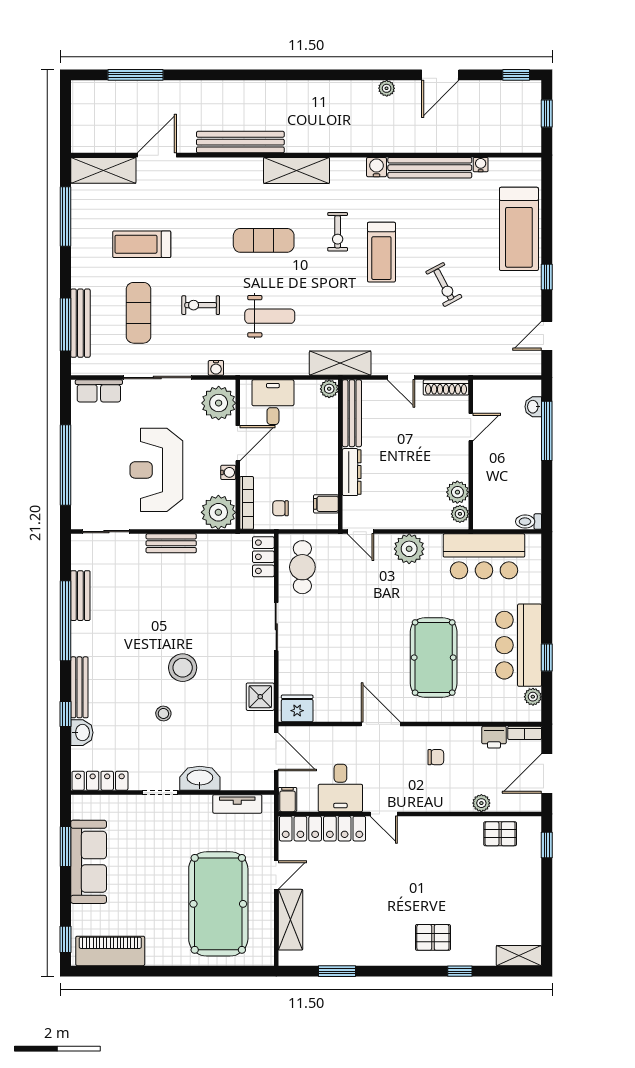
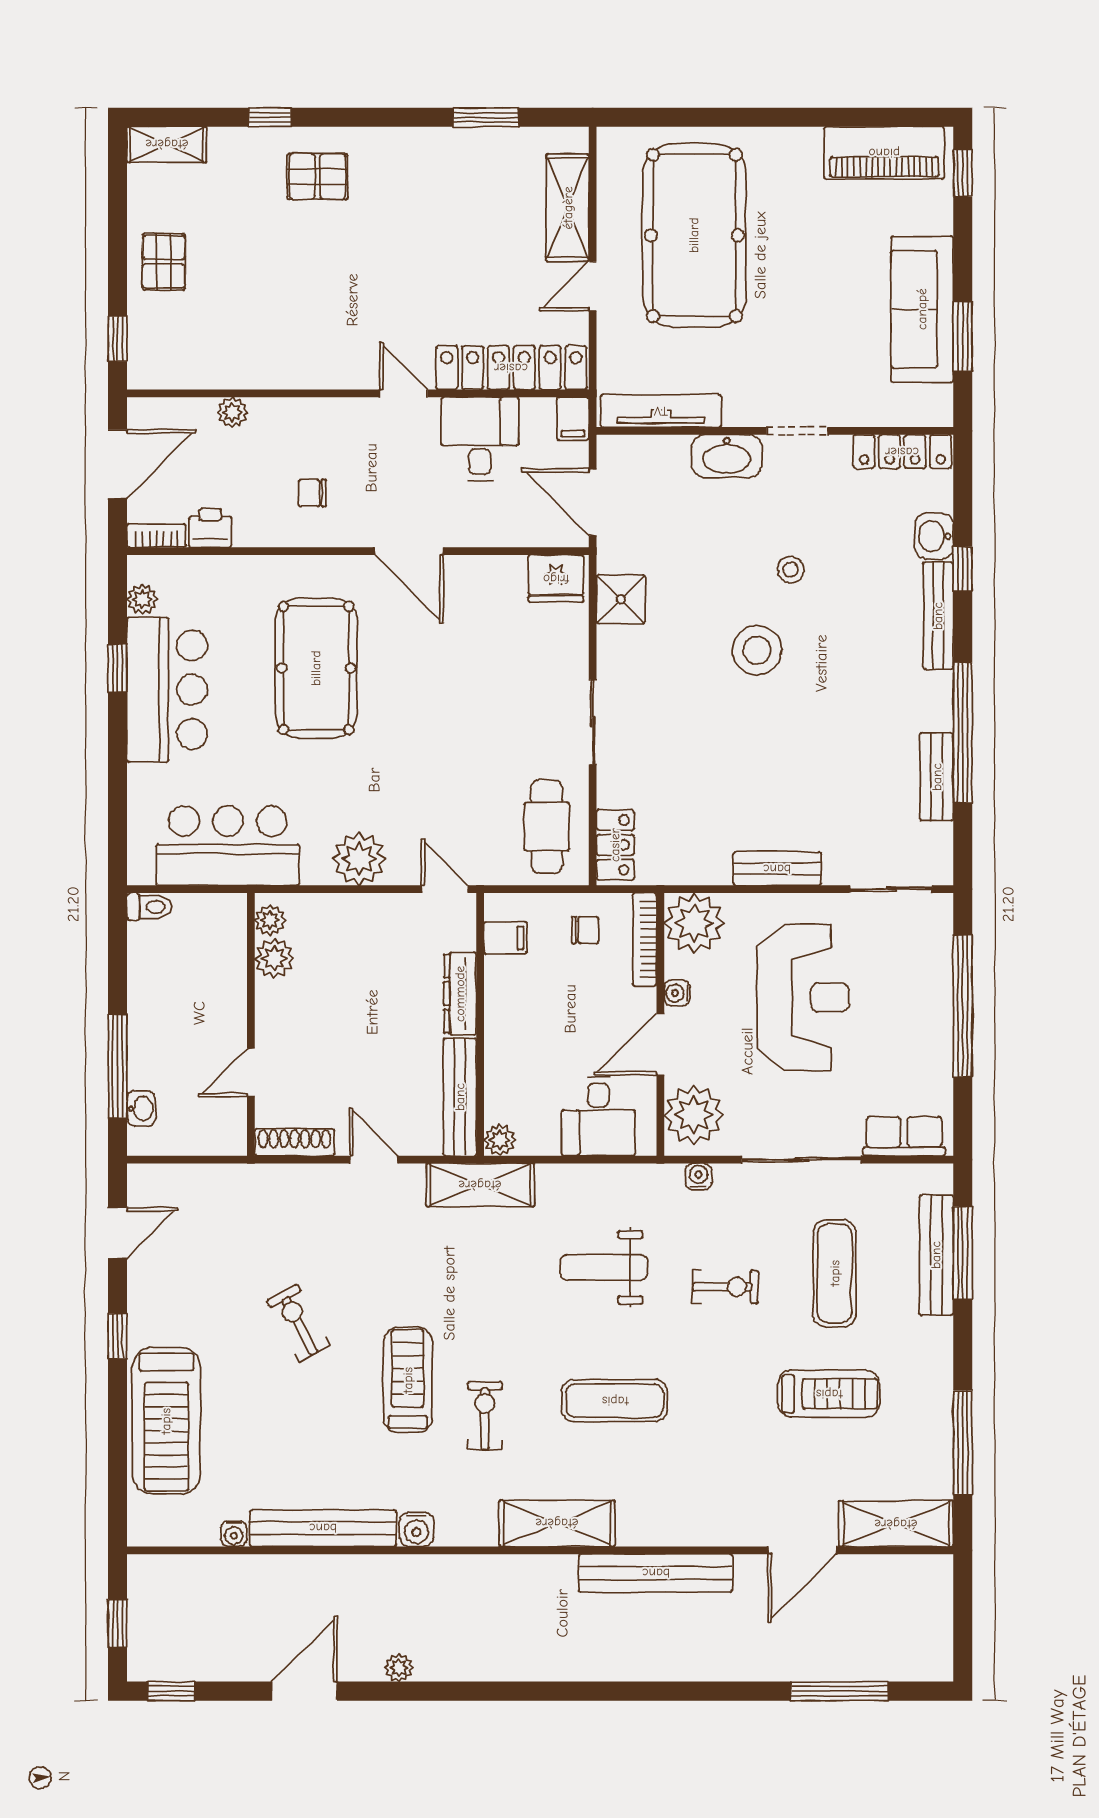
treadmill: (519, 229) -> (166, 1421), turned 180
tv unit: (237, 804) -> (661, 411), width x1.41
pallet: (500, 834) -> (164, 262), moved, turned 90

